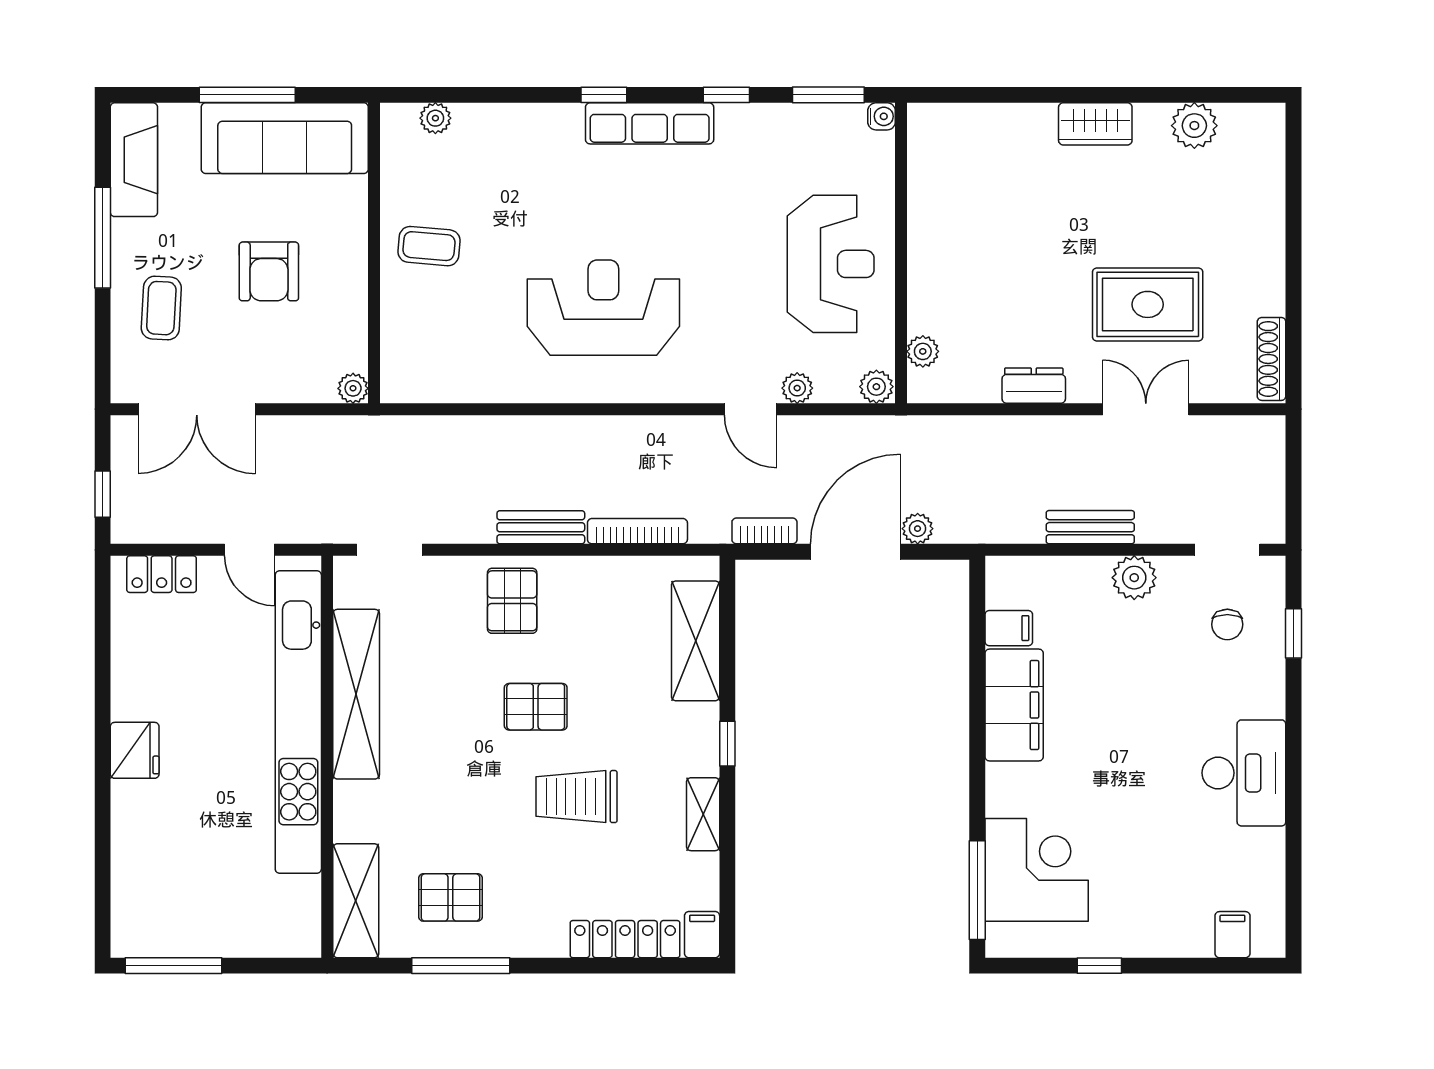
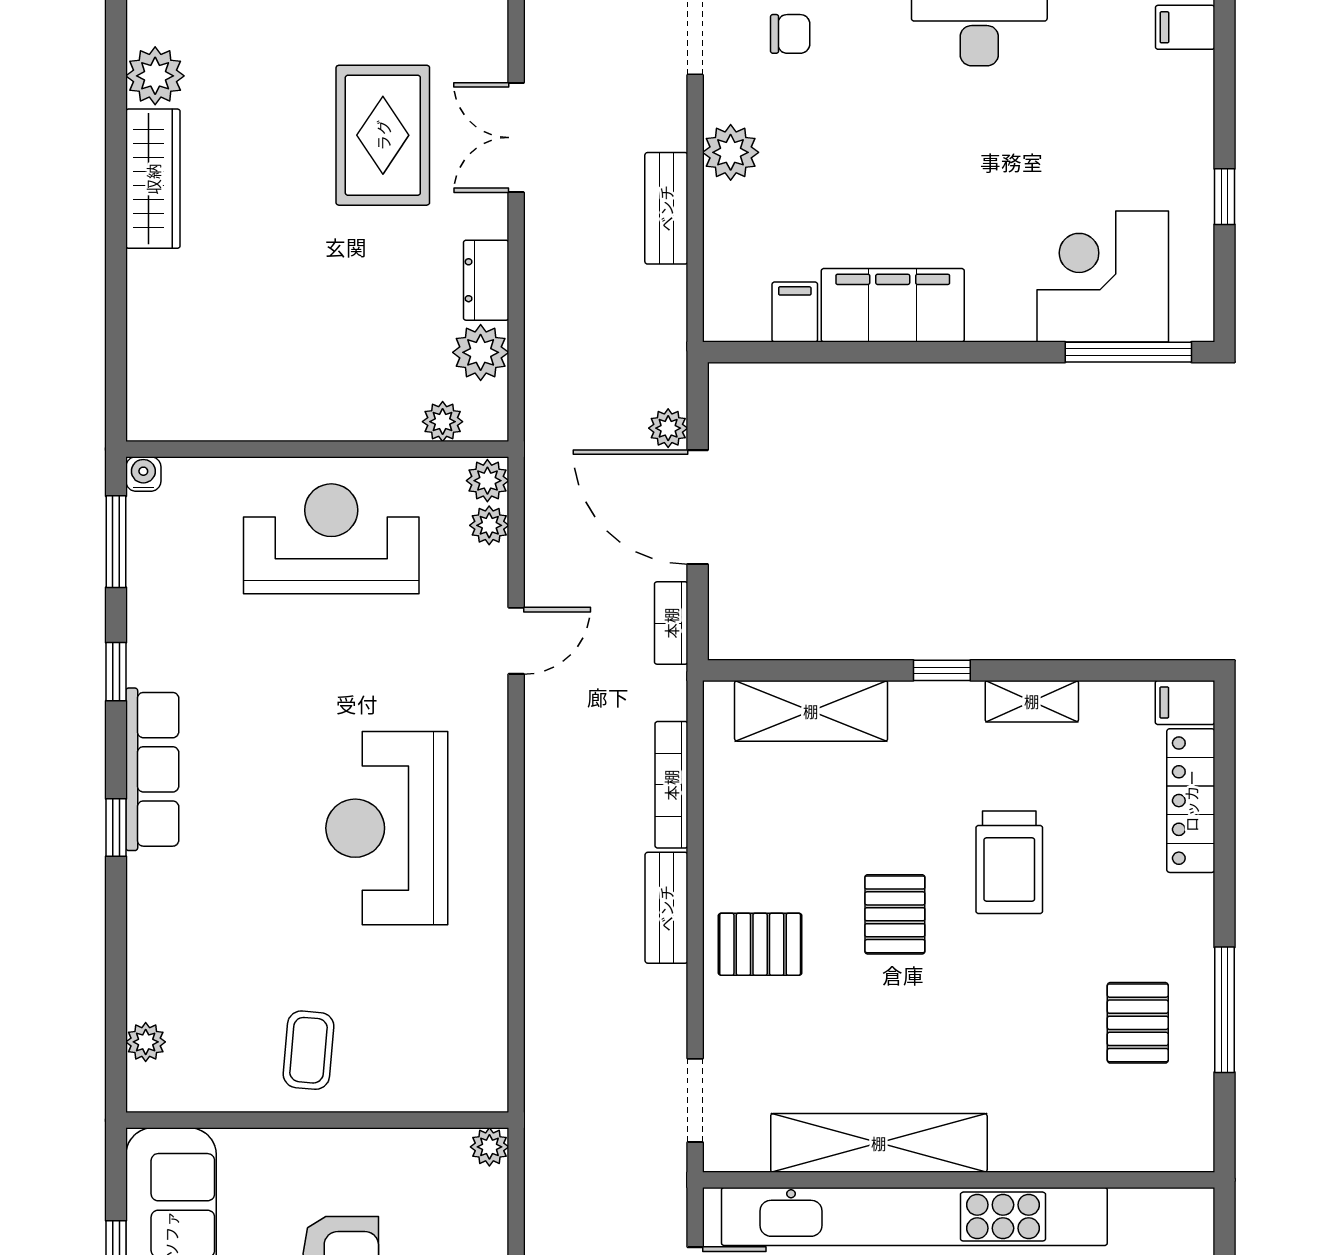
wardrobe: (1095, 124) -> (153, 179), width x1.50
plant: (977, 381) -> (481, 352), added
plant: (797, 388) -> (489, 525), moved
shelving: (356, 901) -> (1142, 1143), removed

